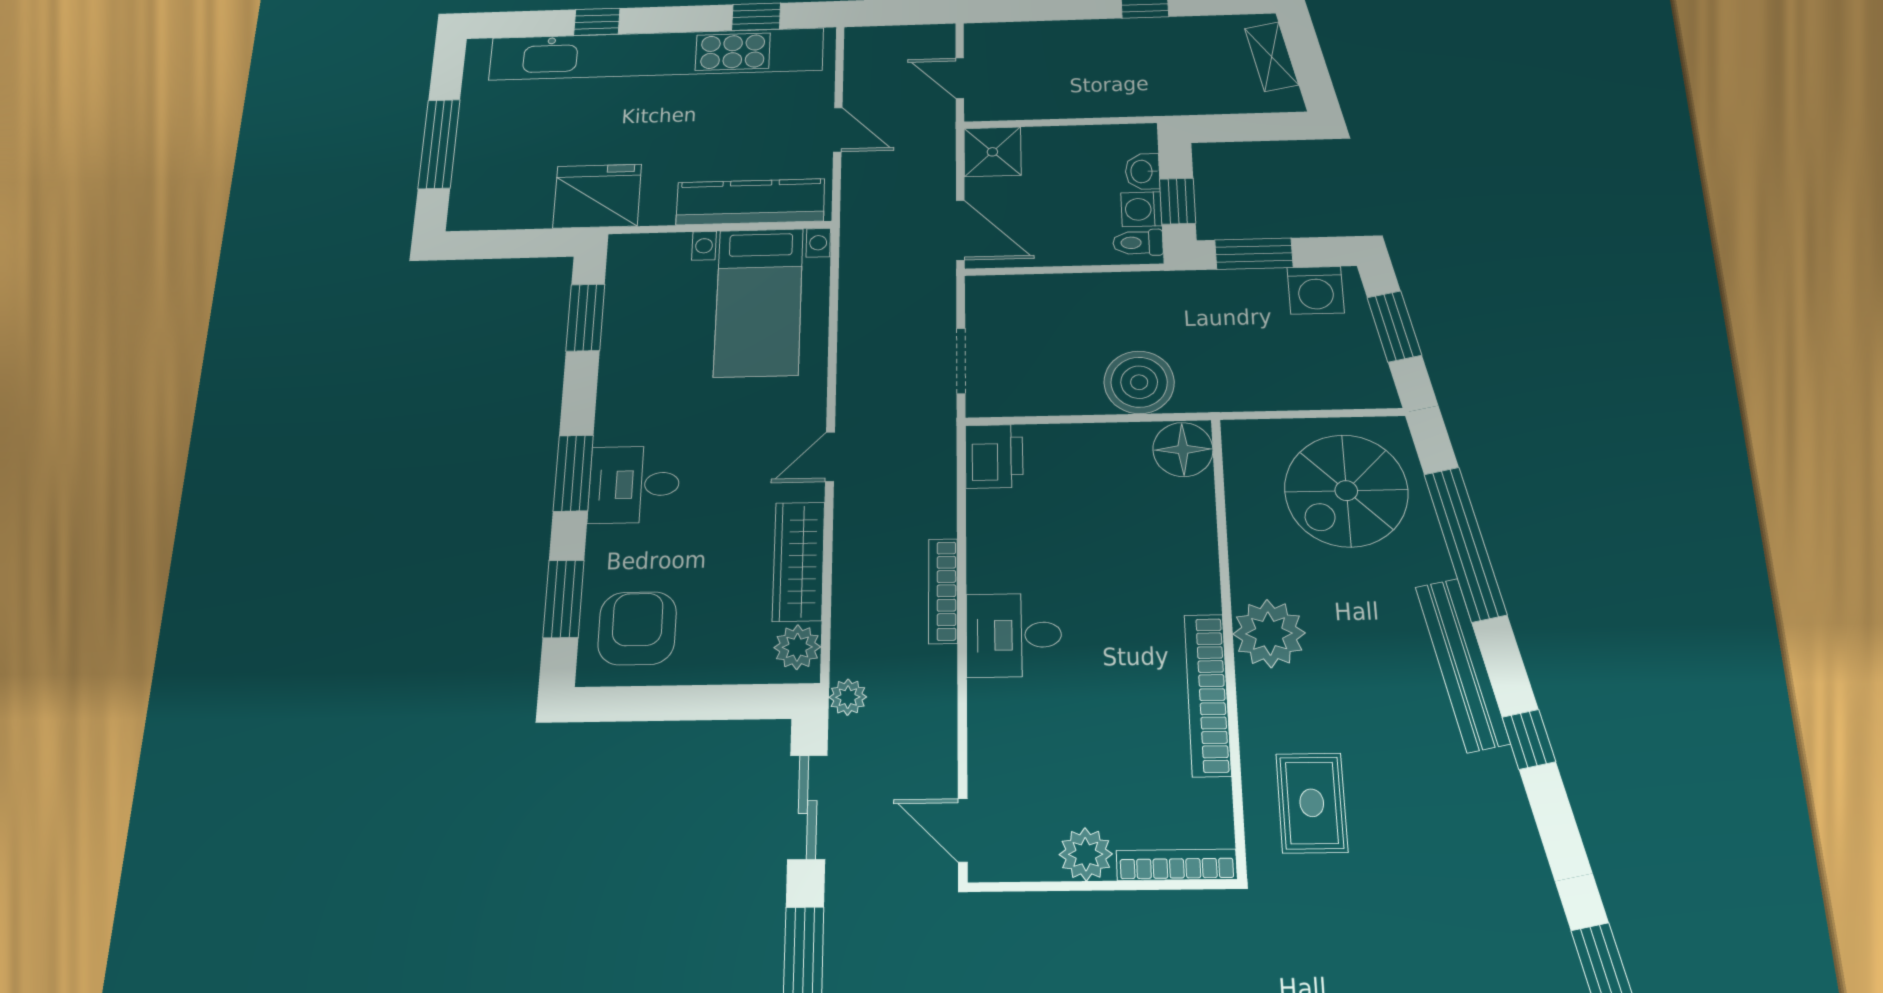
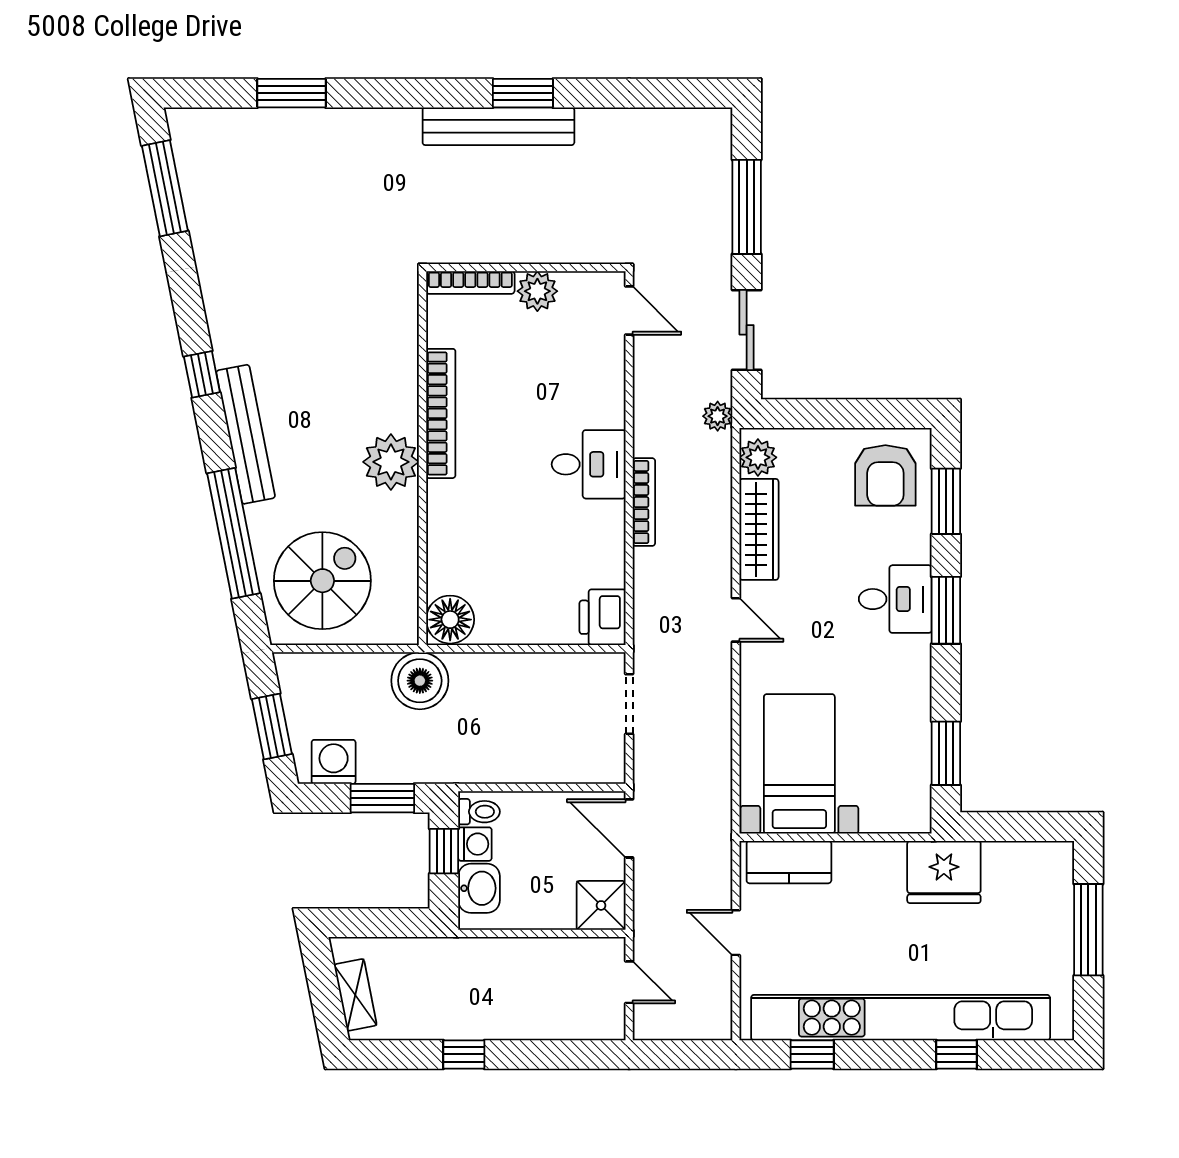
washbasin: (1142, 171) -> (479, 888), width x1.38, depth x1.45
kitchen counter: (750, 202) -> (789, 862), width x0.67
boiler: (1139, 382) -> (420, 681), moved
door: (830, 457) -> (736, 620), hinge flipped
rug: (1312, 803) -> (368, 328), removed

